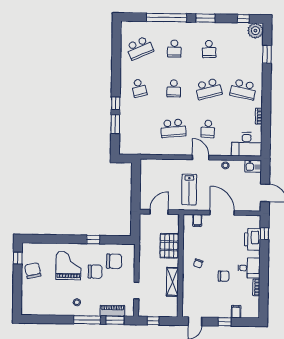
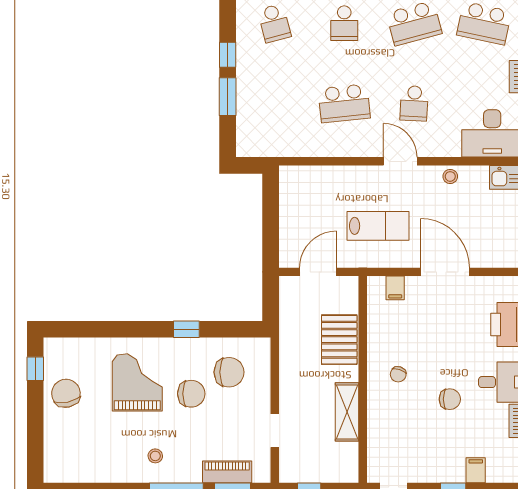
lab bench: (189, 189) -> (378, 226), turned -90

